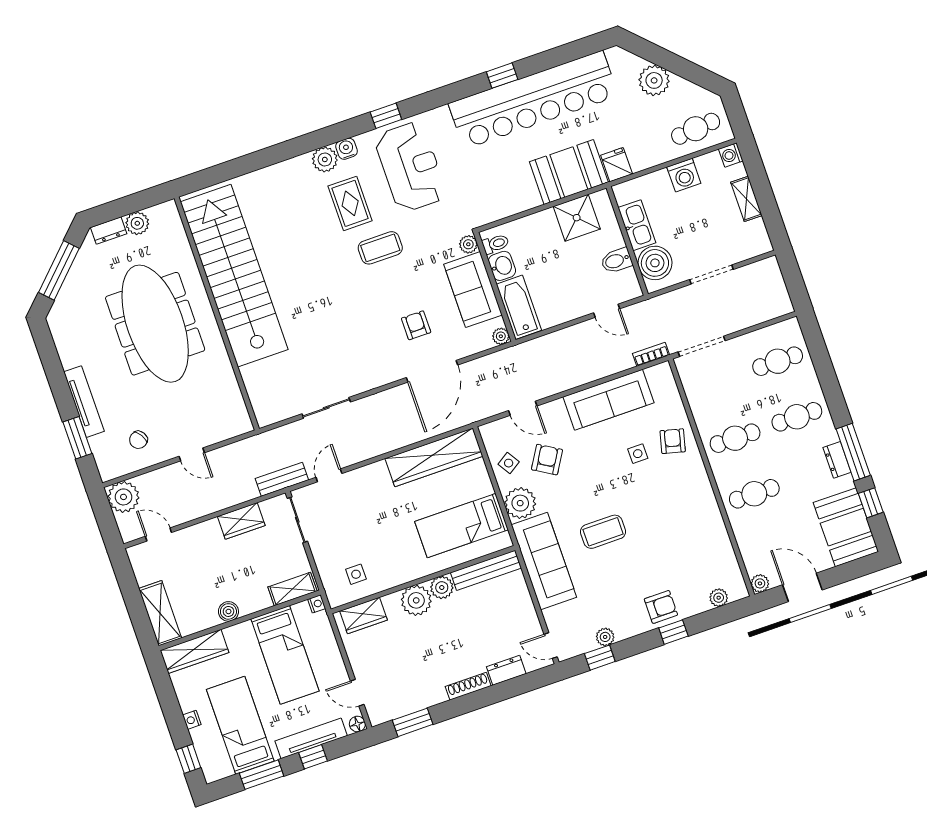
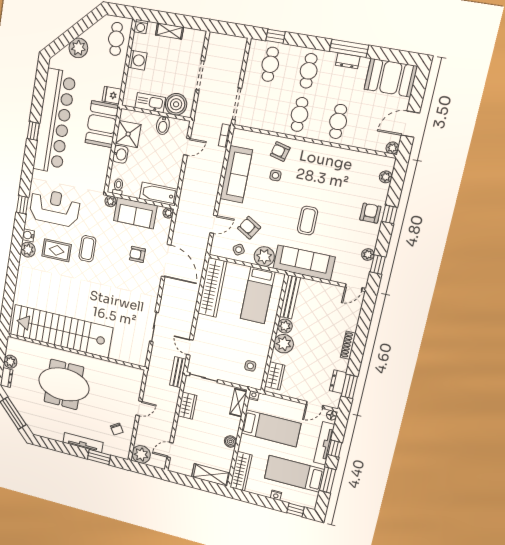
washbasin: (502, 266) -> (120, 154), moved, turned 90
meeting table: (155, 324) -> (64, 384), width x0.73
window: (871, 503) -> (275, 36), moved
dresser: (506, 670) -> (338, 382), moved

